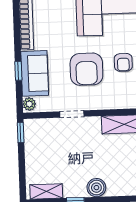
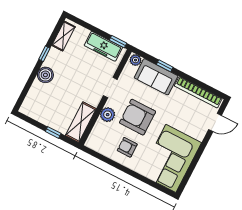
plant: (101, 101) -> (108, 115), added
freezer: (34, 145) -> (103, 46), added

